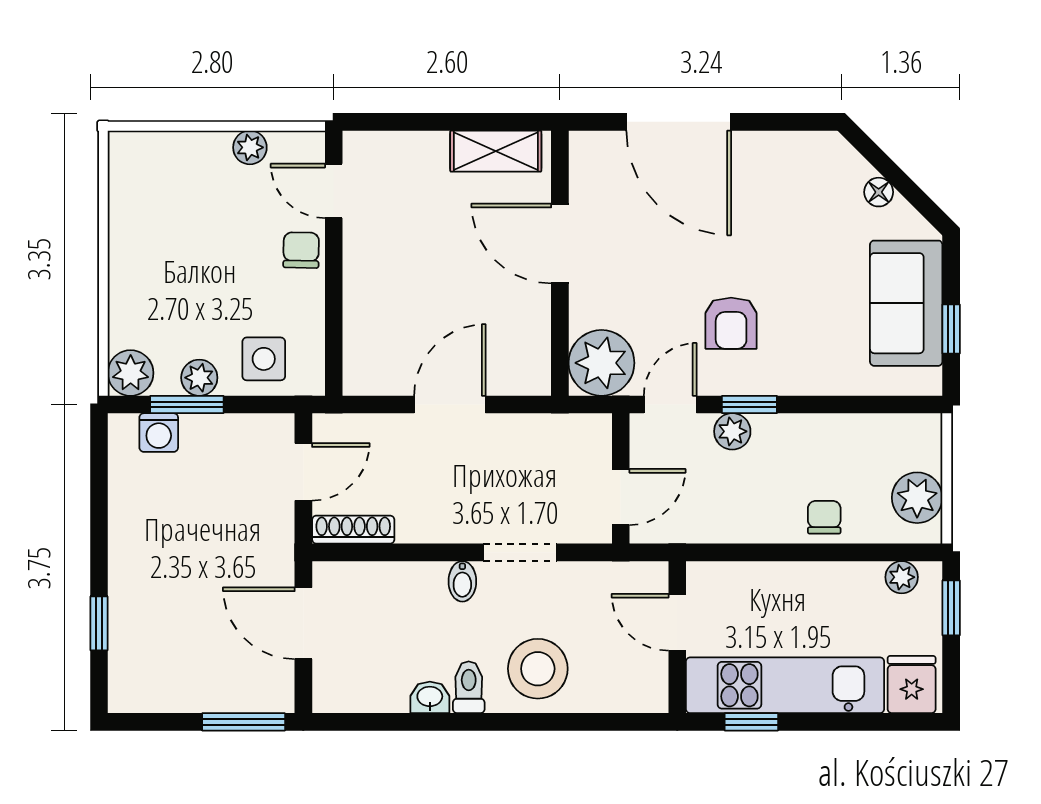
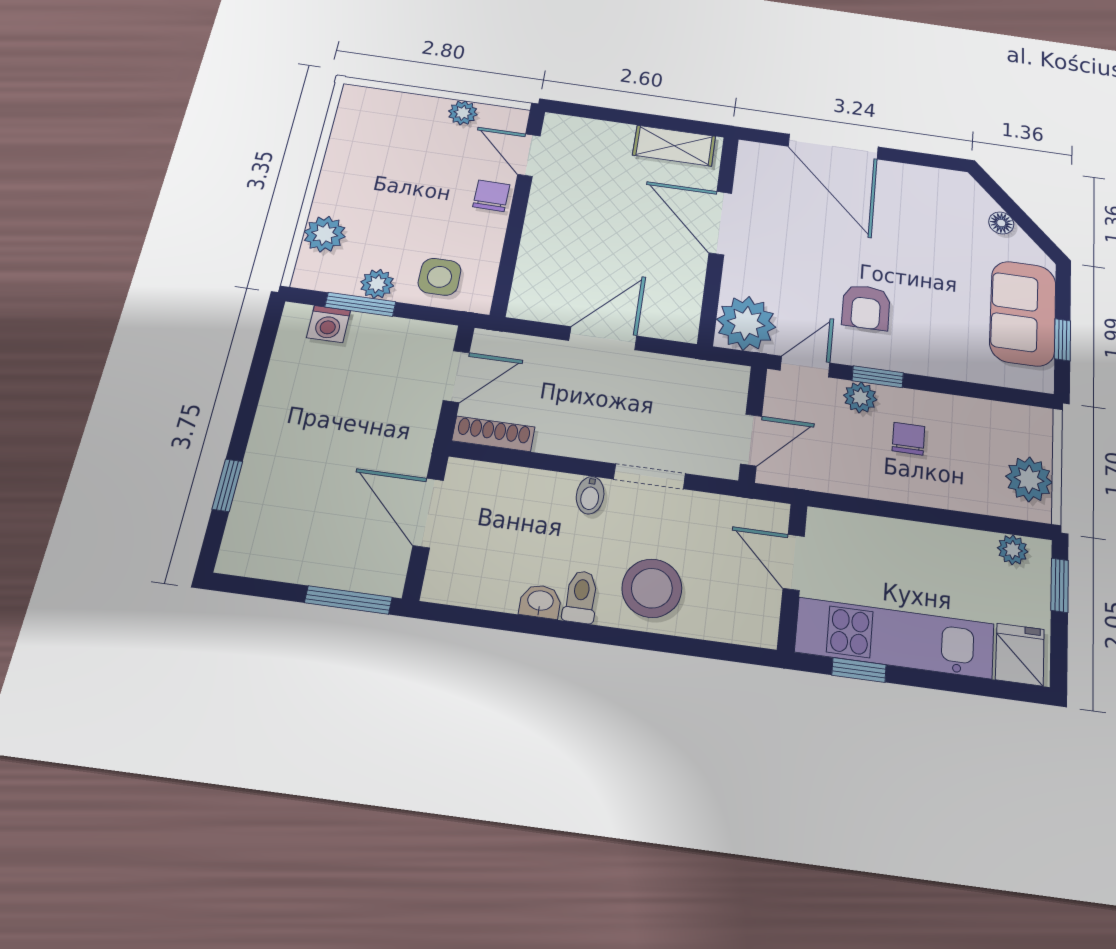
plant: (131, 373) -> (325, 234), moved
chair: (824, 517) -> (908, 439), moved

